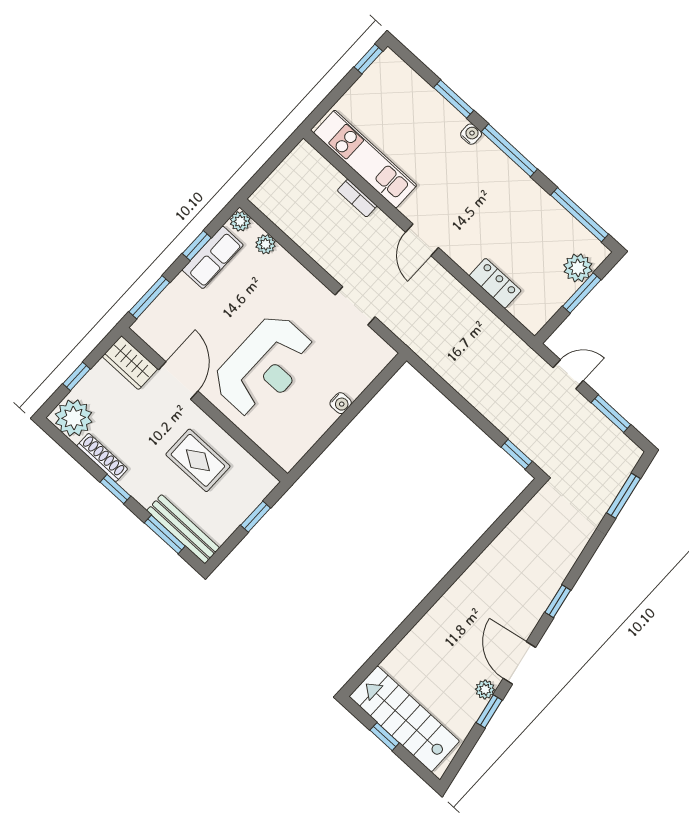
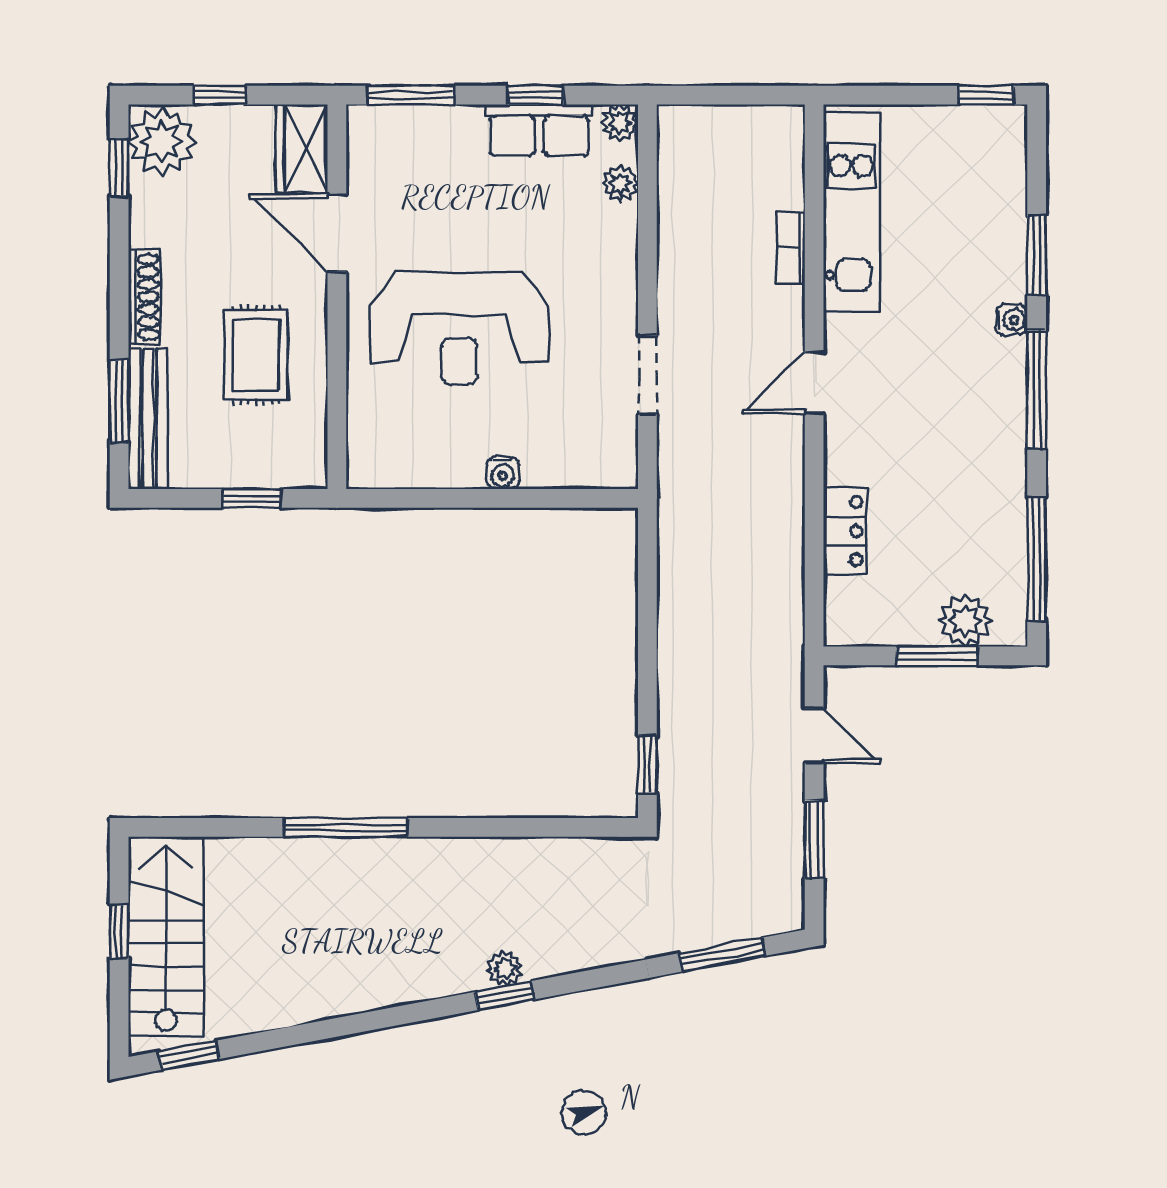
door: (178, 380) -> (337, 233), swing flipped
shoe rack: (102, 457) -> (144, 297), moved
window: (115, 489) -> (119, 168), moved
window: (428, 603) -> (346, 827), added
door: (519, 663) -> (378, 1020), removed
plant: (485, 690) -> (505, 968), moved
window: (489, 711) -> (189, 1055), moved

